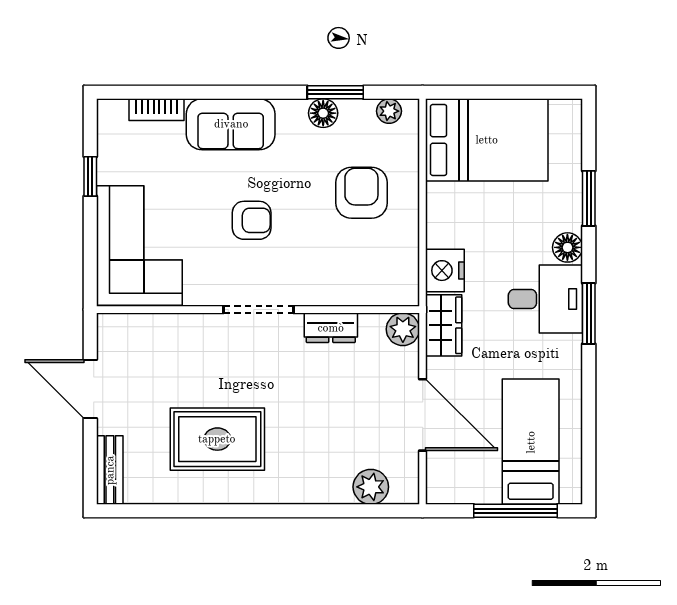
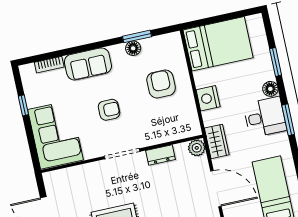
plant: (389, 111) -> (166, 40), removed
nightstand: (445, 271) -> (208, 98), moved

